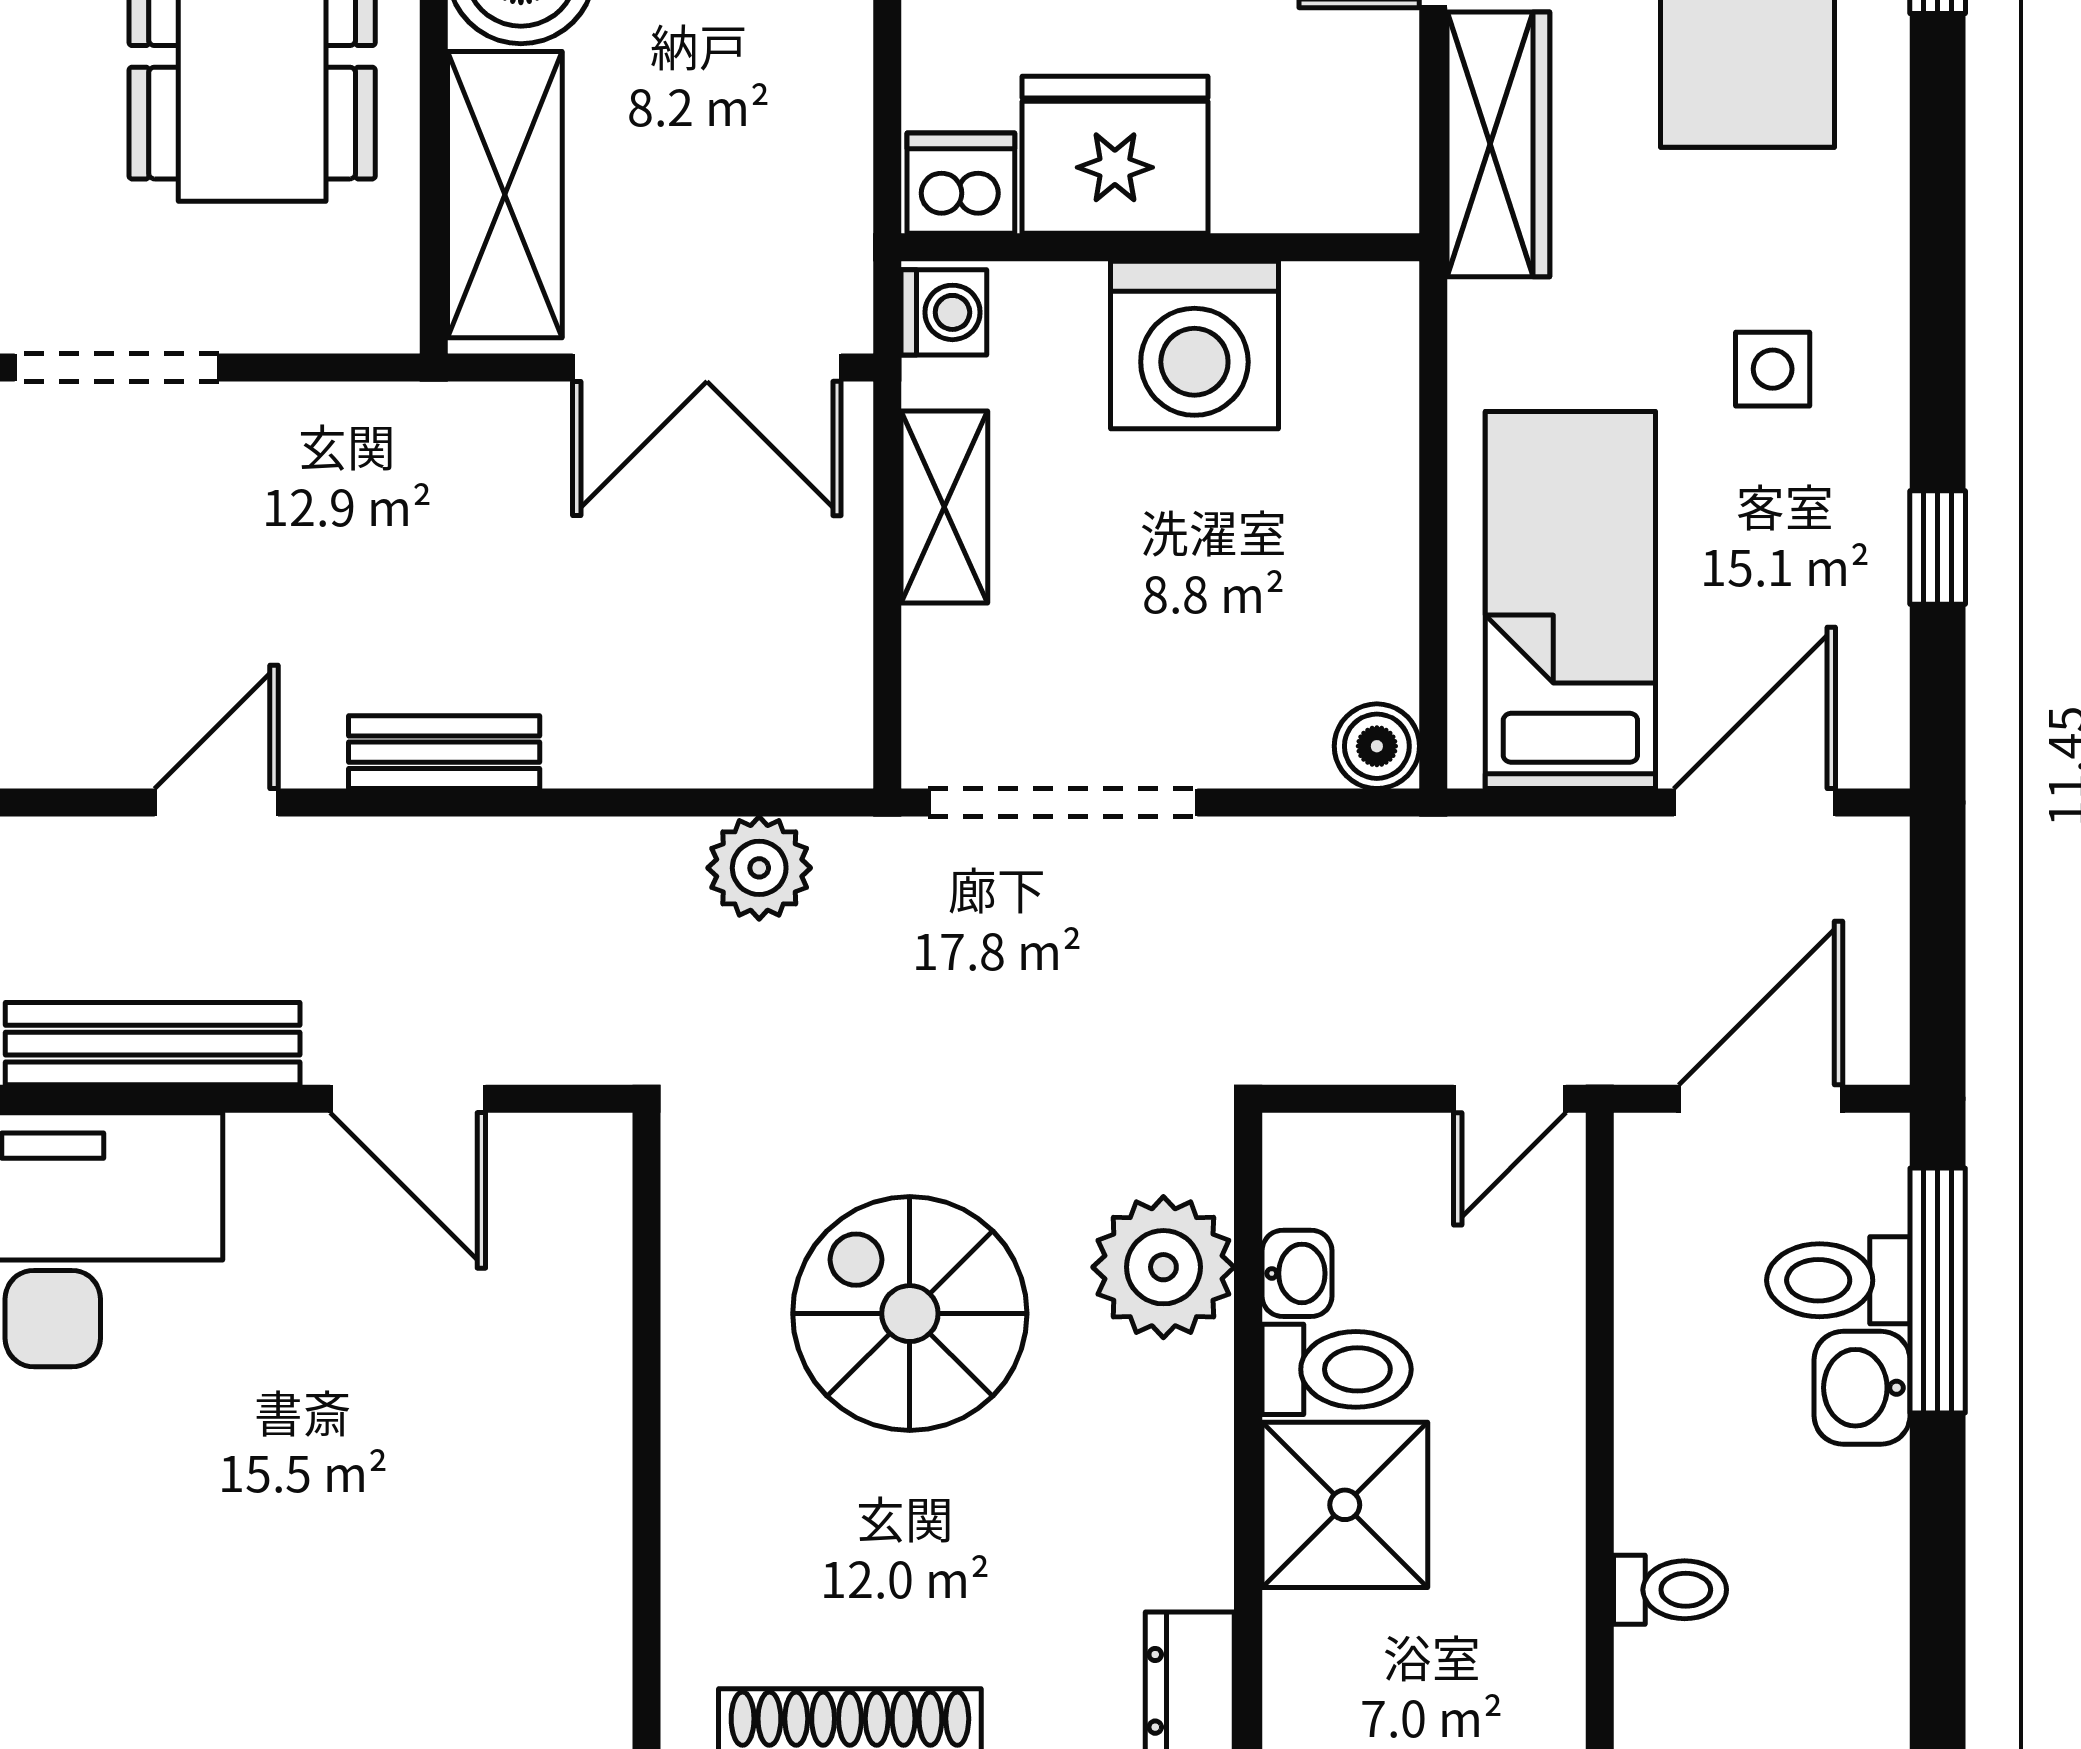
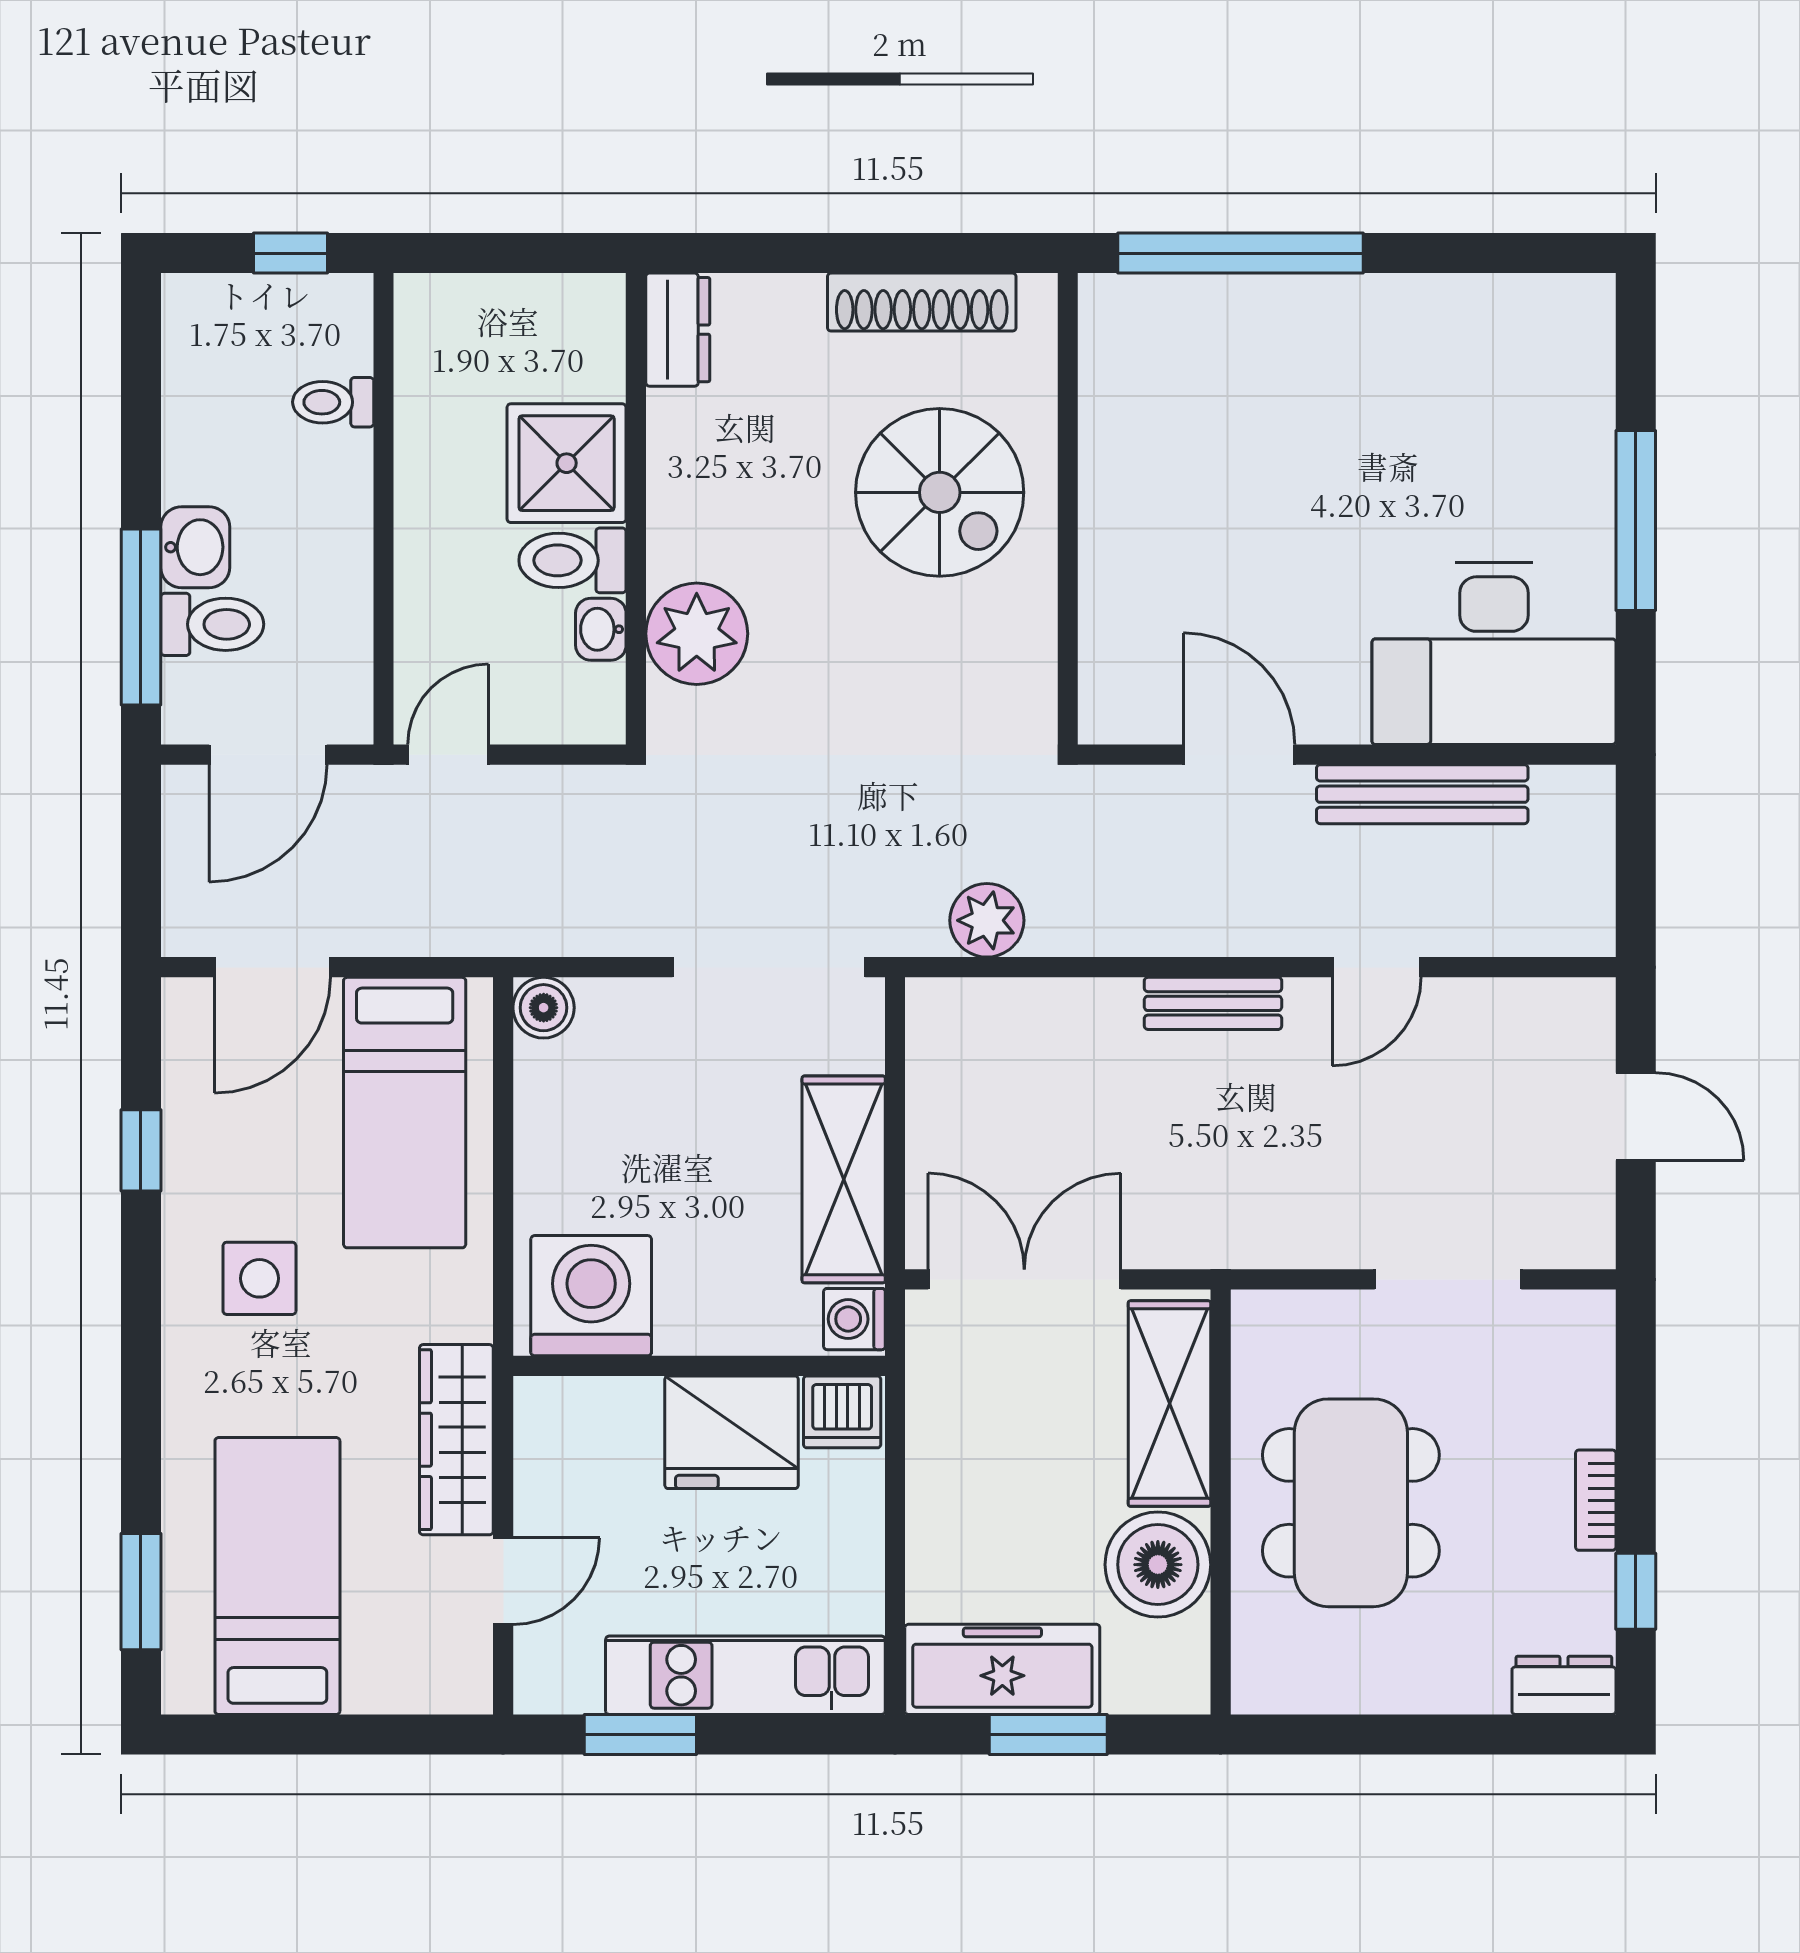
washing machine: (1194, 345) -> (591, 1296), moved
side table: (1773, 369) -> (259, 1278), width x1.37, depth x1.37
shelving: (944, 507) -> (844, 1179), width x1.50, depth x1.33
spiral stairs: (910, 1314) -> (940, 492), moved

